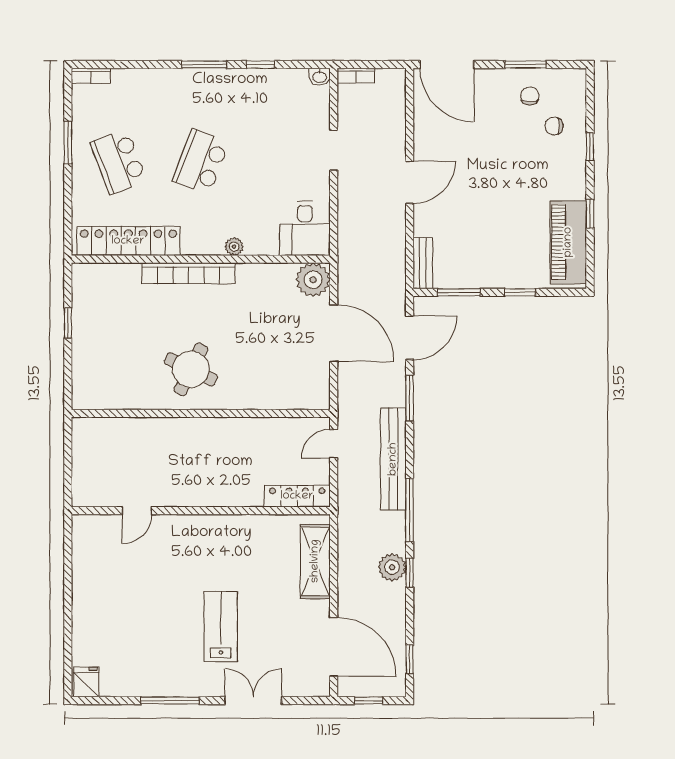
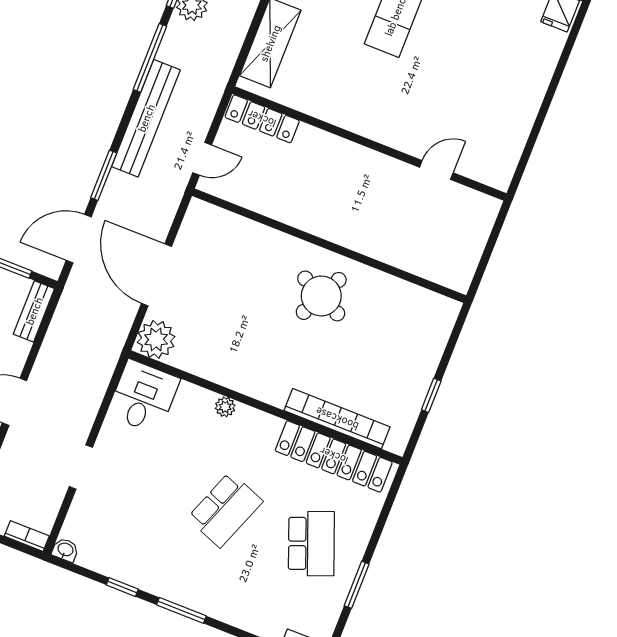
bookcase: (188, 273) -> (337, 419), moved

